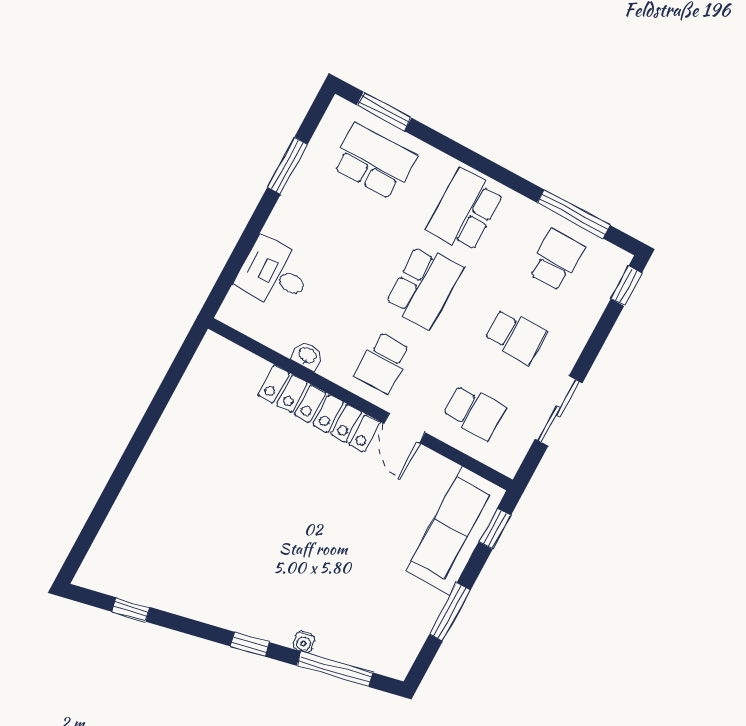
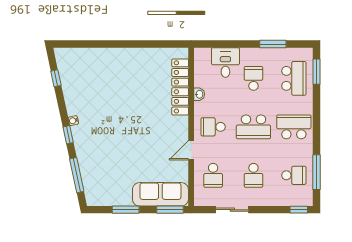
school desk: (333, 237) -> (253, 78), added
locker: (319, 409) -> (180, 87), moved
window: (495, 529) -> (170, 210), width x1.50
water cooler: (304, 642) -> (73, 121), moved

